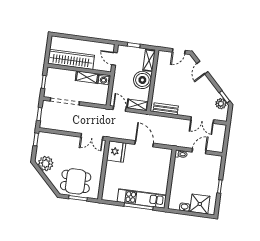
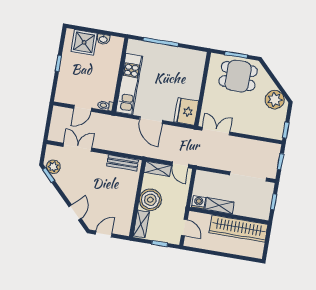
kitchen unit: (142, 198) -> (129, 84), moved, turned -90

